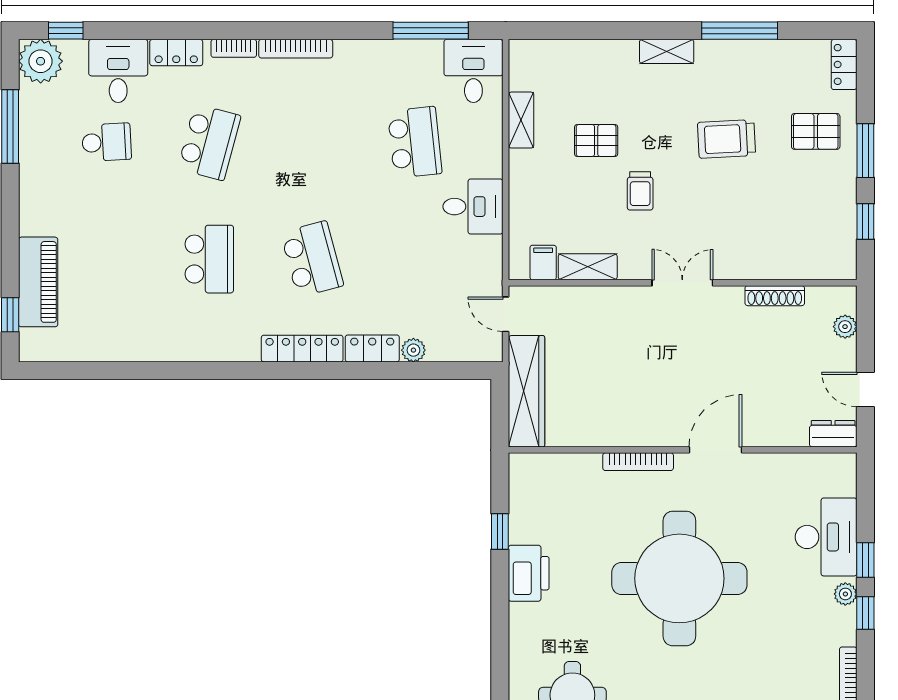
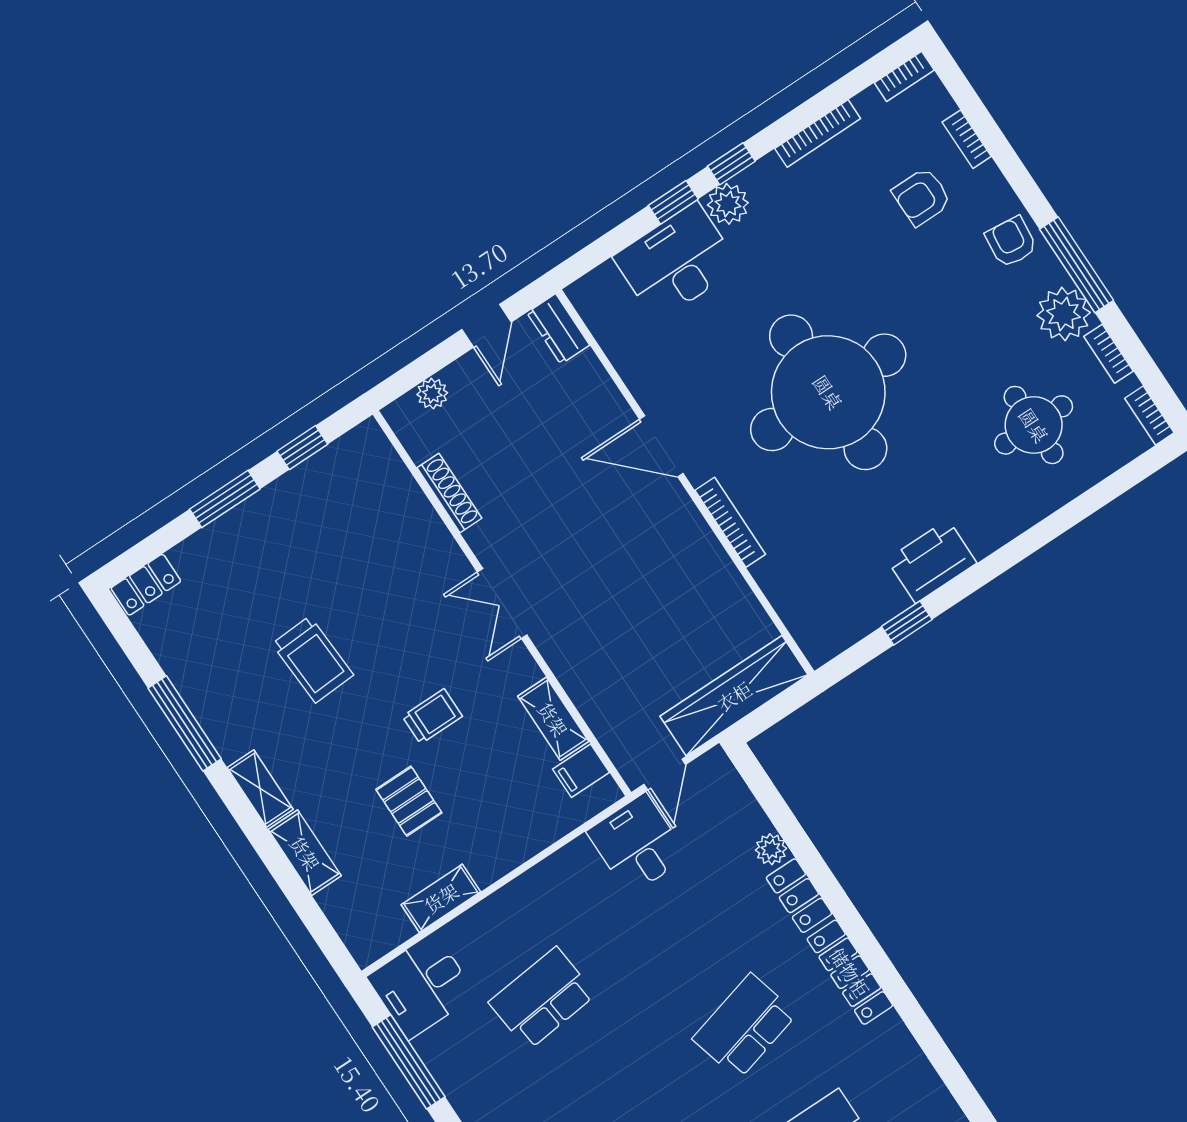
shelving: (607, 53) -> (305, 853), added
pallet: (816, 131) -> (240, 567), removed
desk: (473, 207) -> (637, 844), moved
plant: (845, 594) -> (728, 204), width x1.38, depth x1.38

